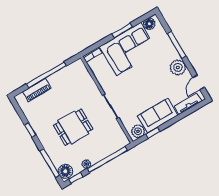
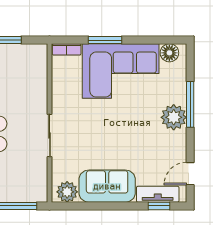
window: (122, 31) -> (105, 40), moved
plant: (178, 67) -> (174, 117), moved
window: (153, 133) -> (159, 206), moved

